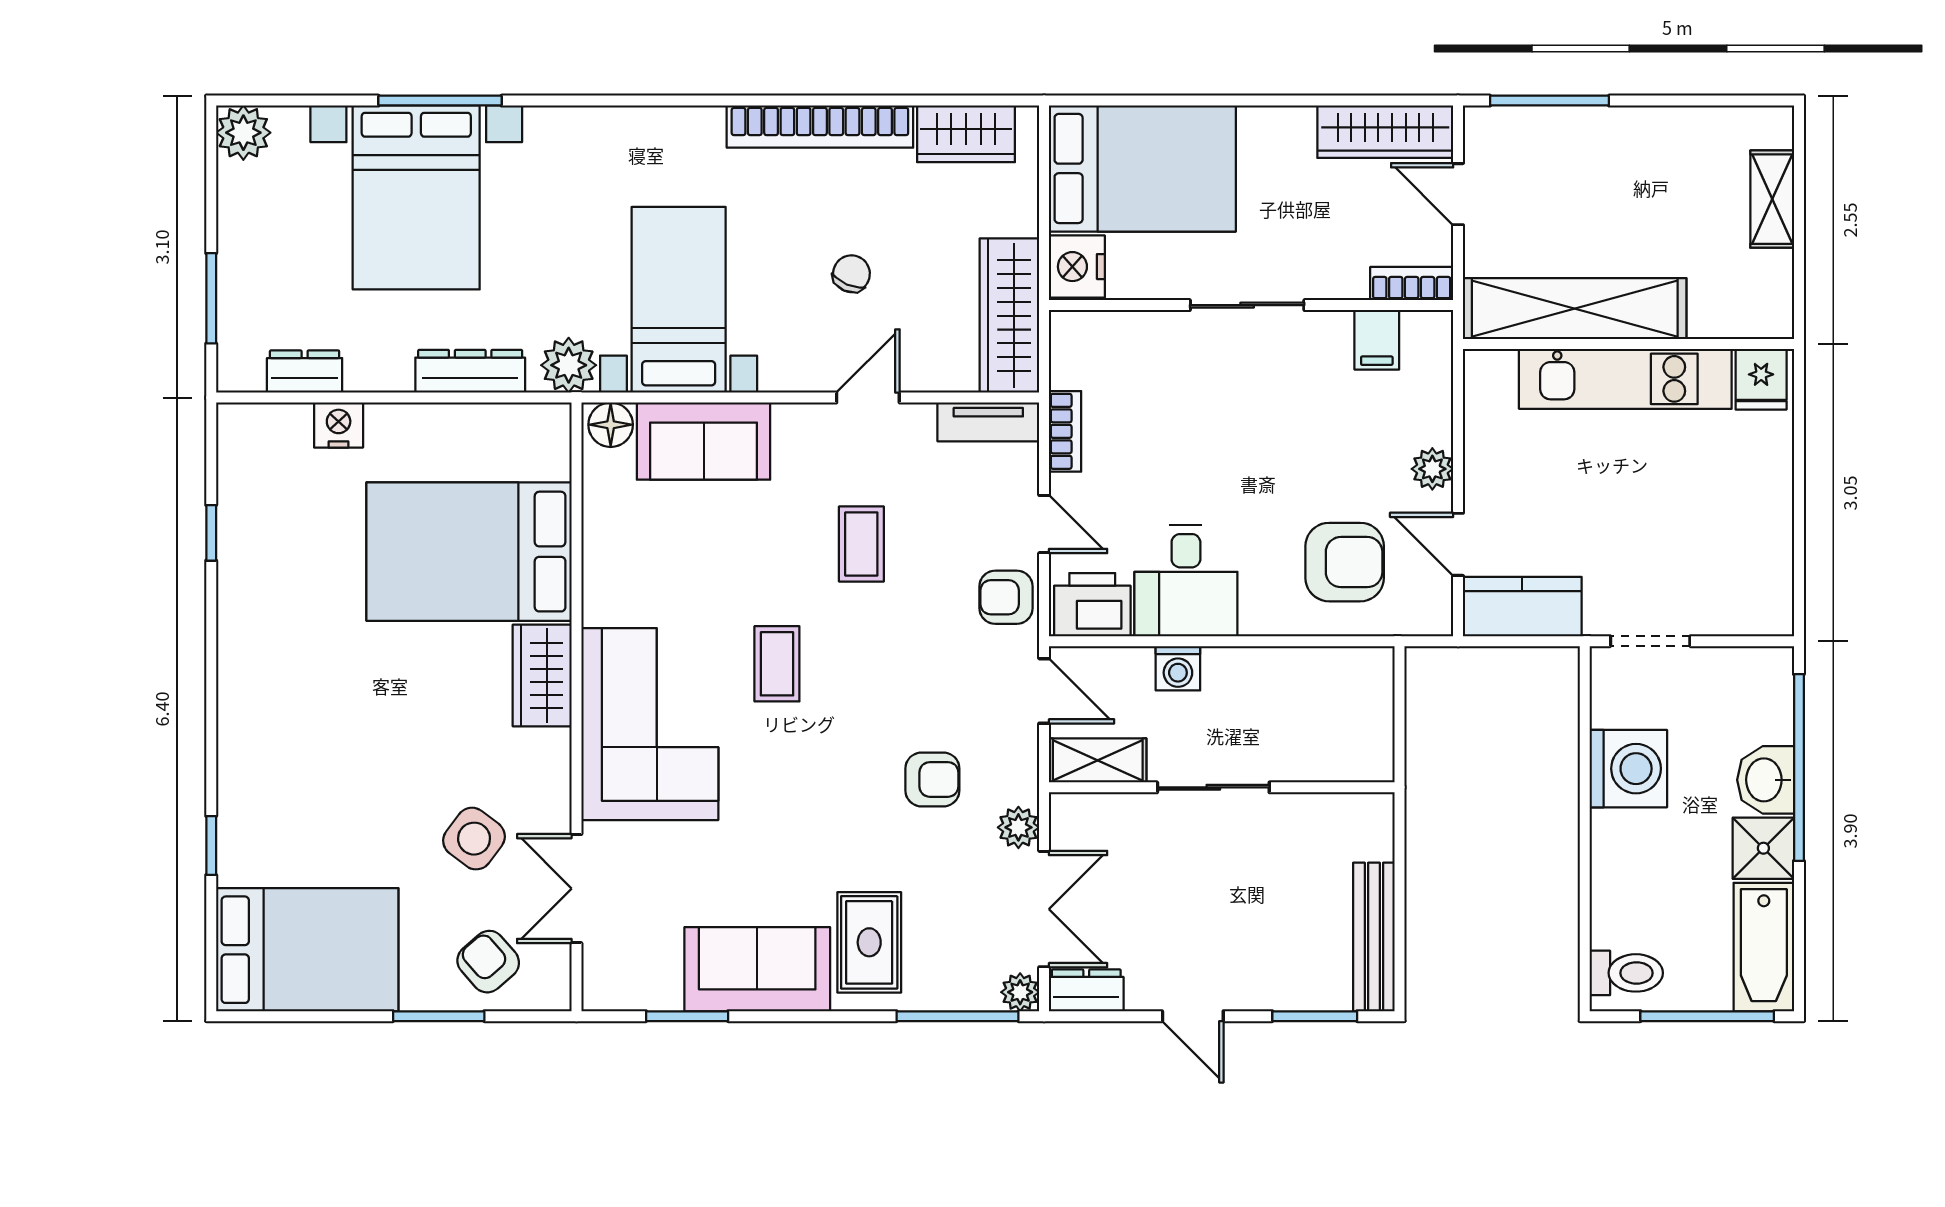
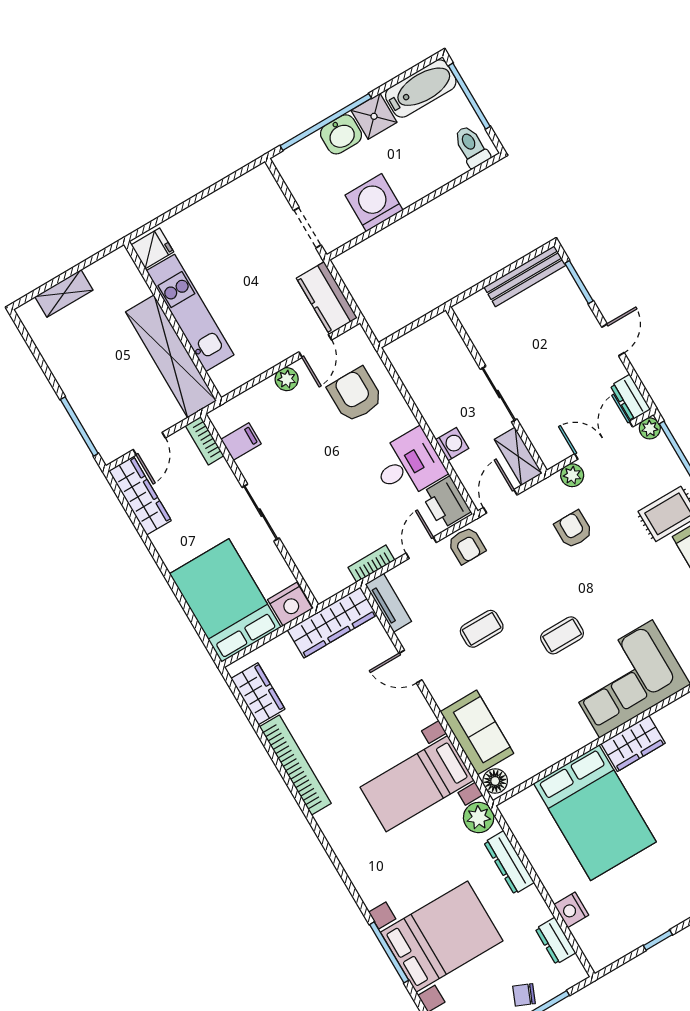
chair: (851, 274) -> (524, 995), moved

